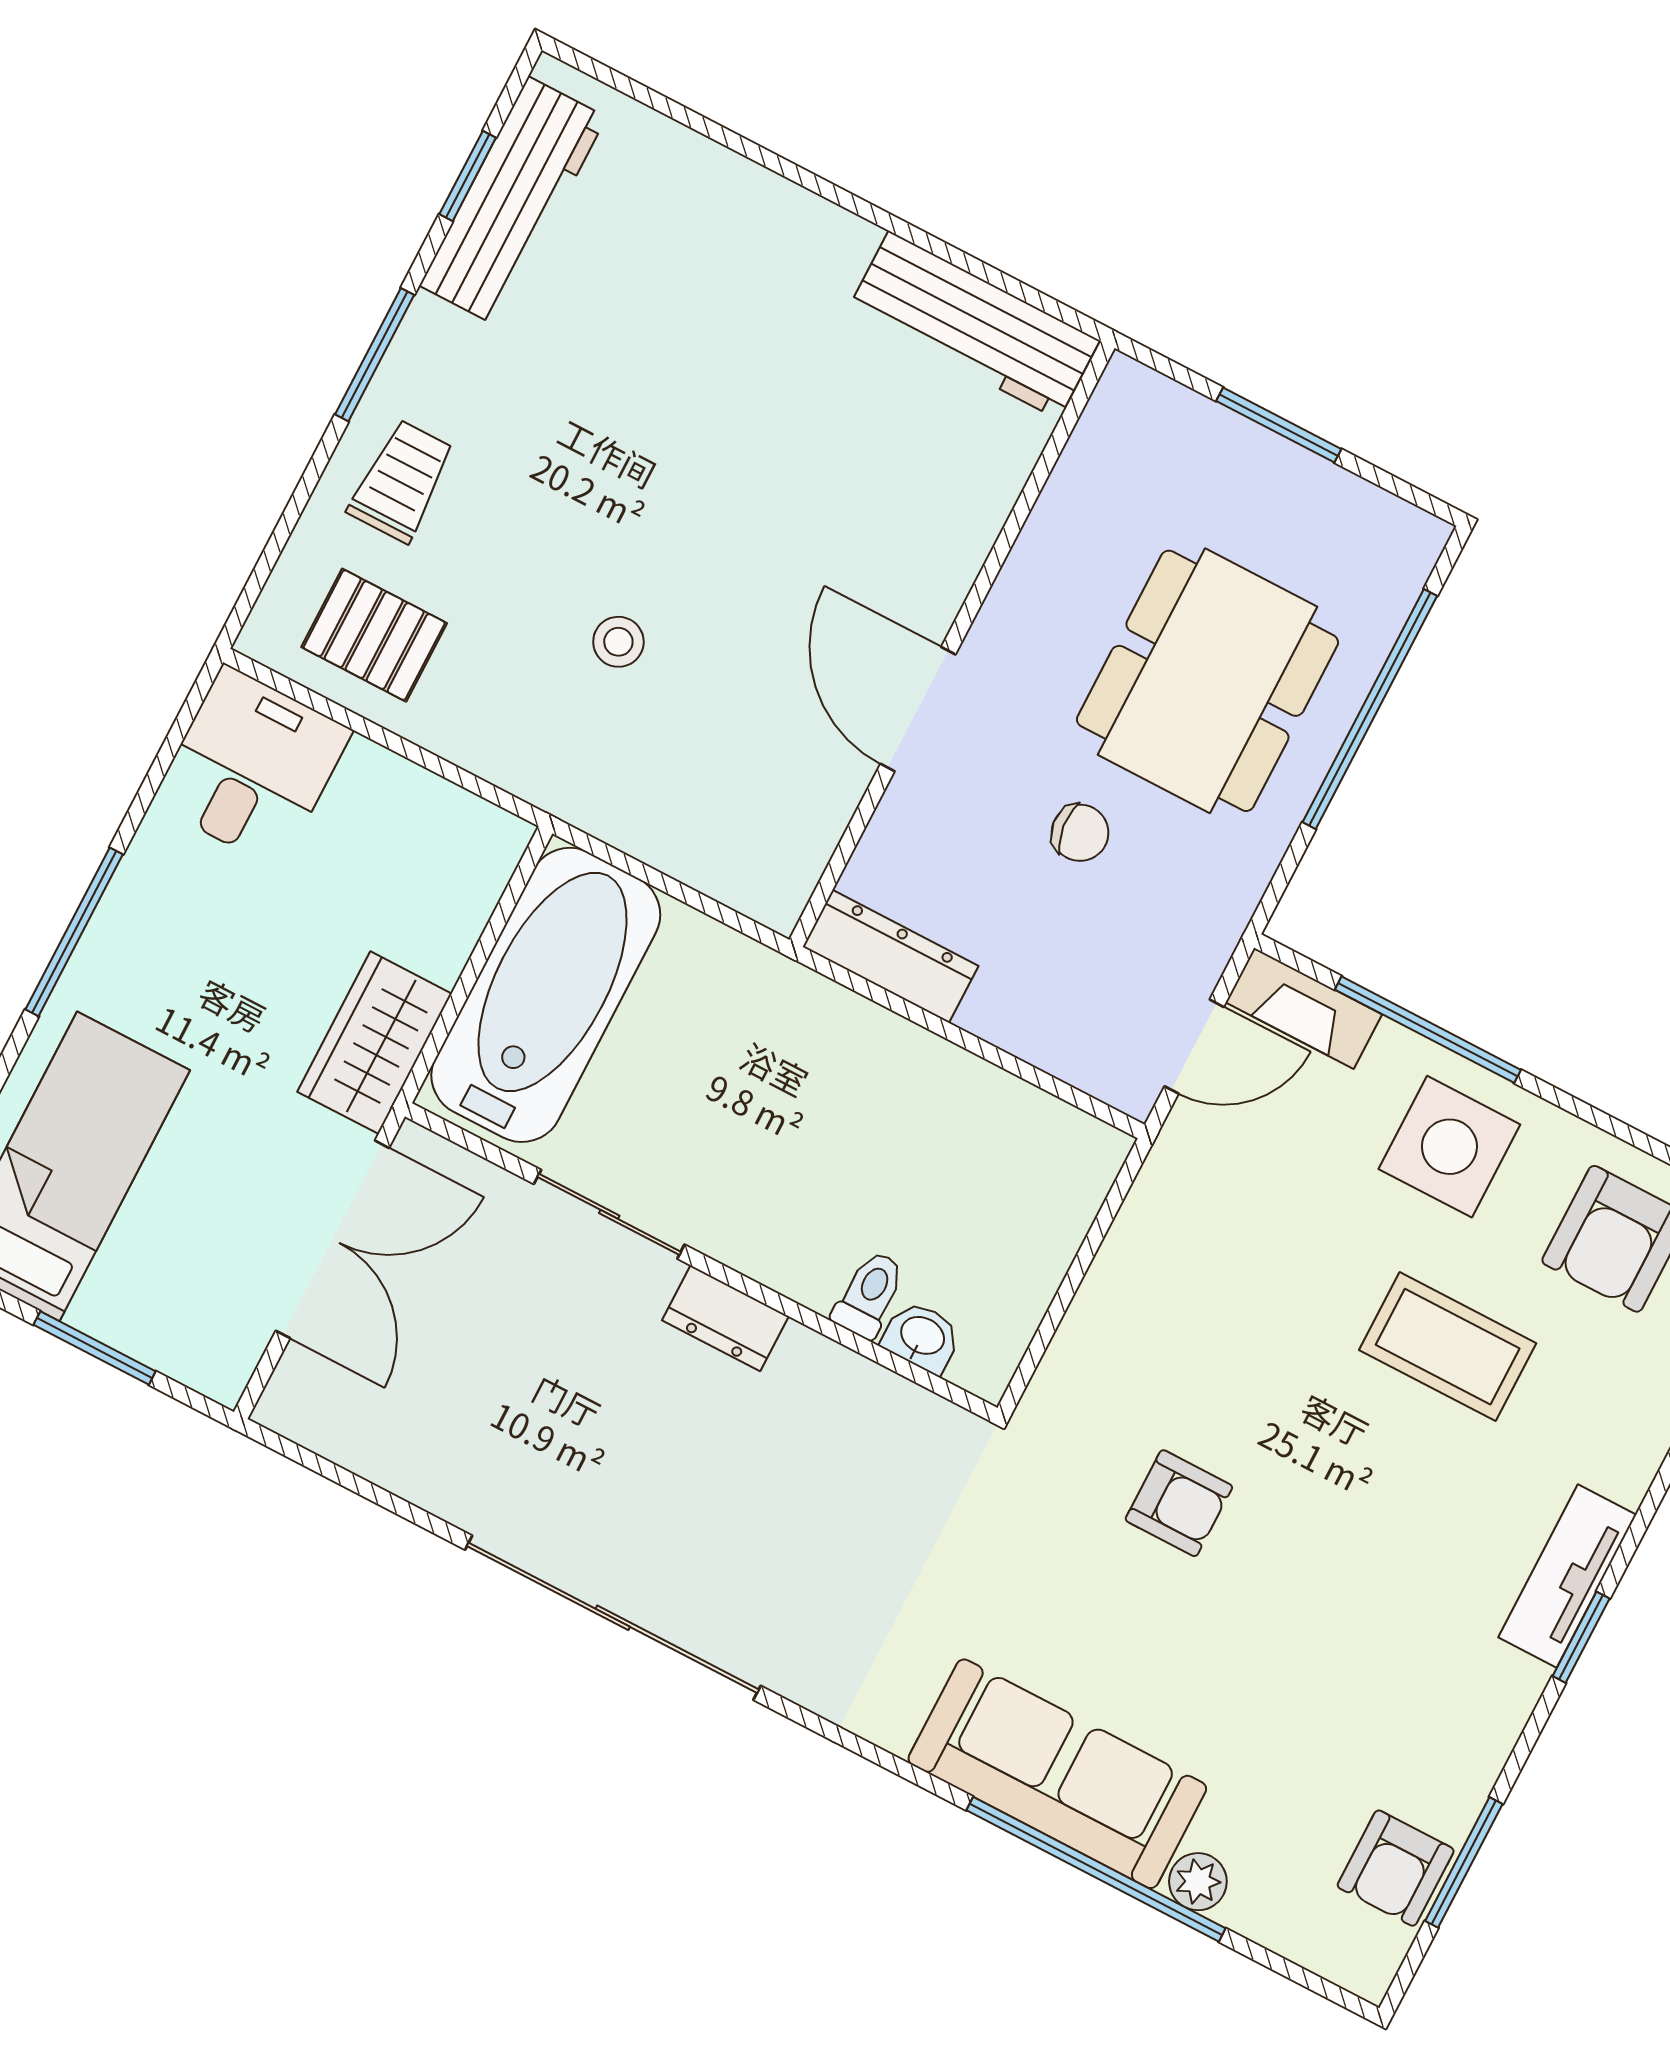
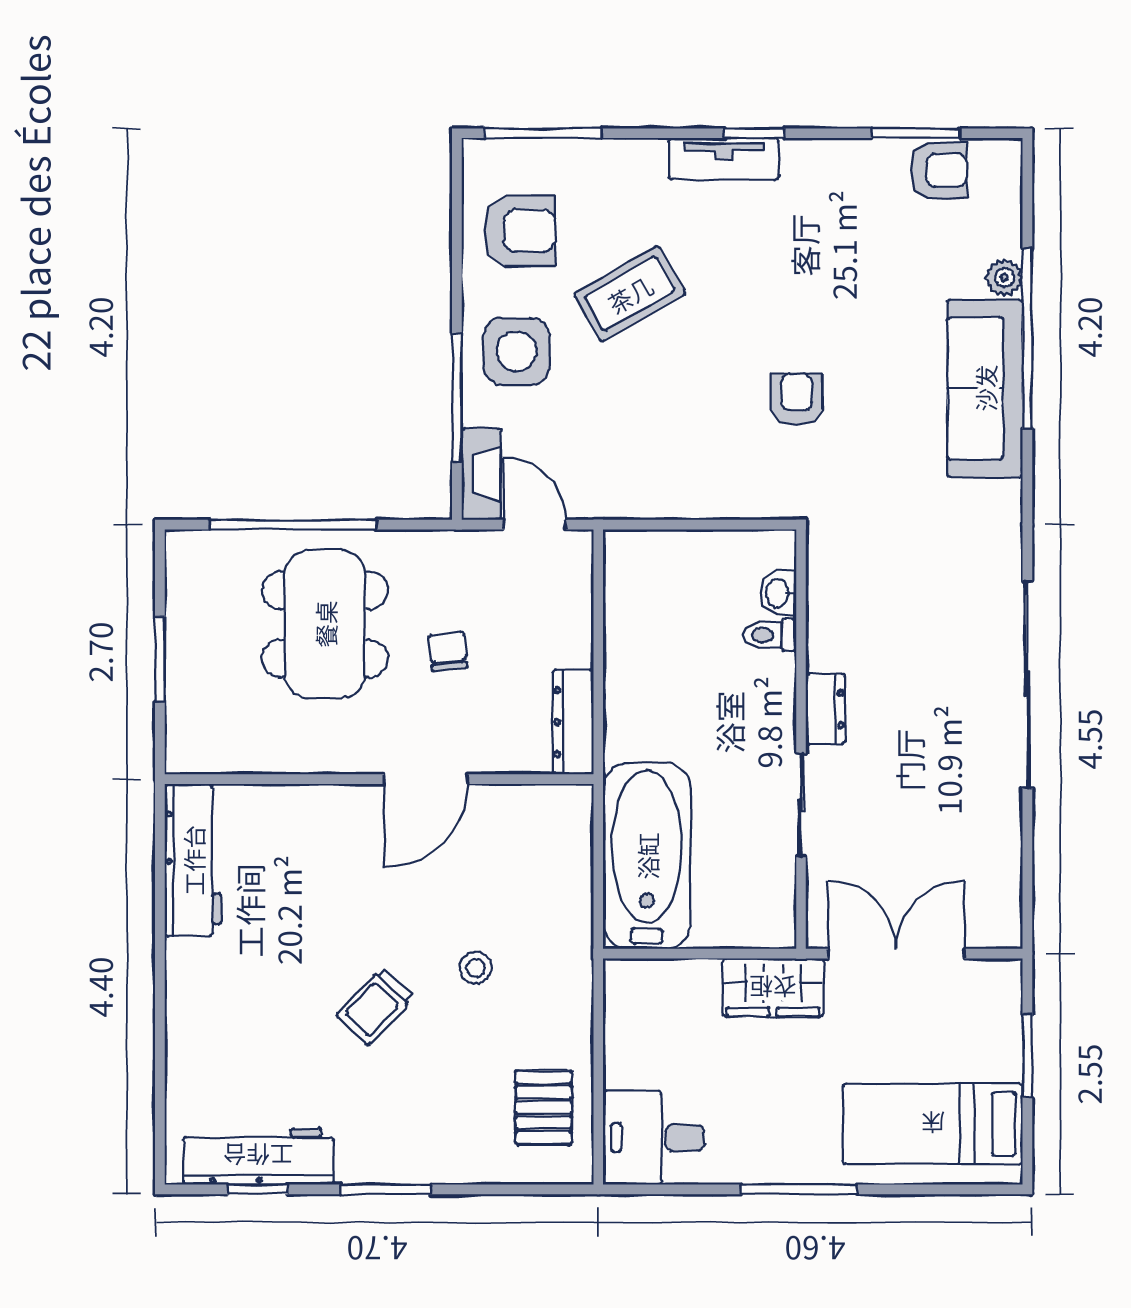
trolley: (402, 481) -> (375, 1006), moved, turned -46
dining table: (1207, 681) -> (325, 624), turned 90
bathtub: (546, 995) -> (647, 856), moved, turned 90
coffee table: (1448, 1347) -> (630, 294), turned 60

